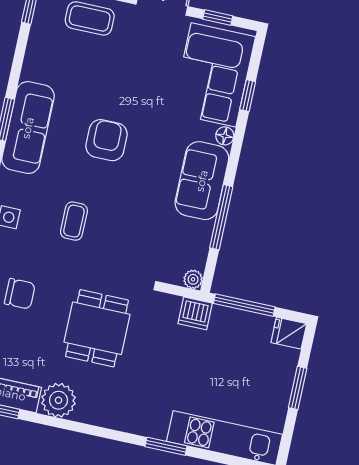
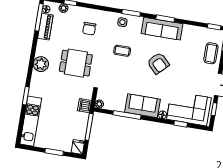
armchair: (107, 140) -> (158, 63), turned 45
plant: (59, 400) -> (41, 64), moved

